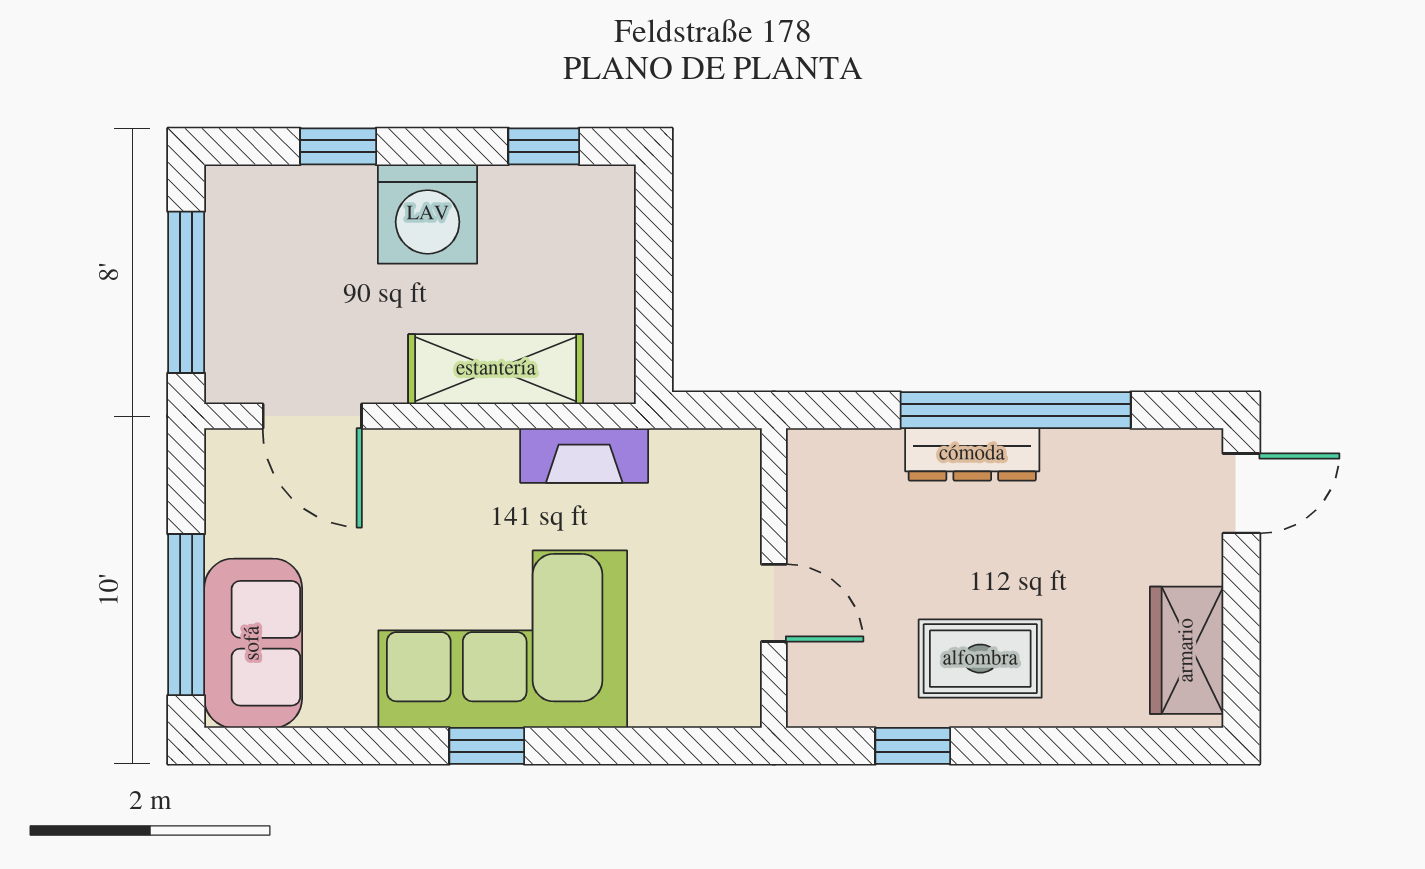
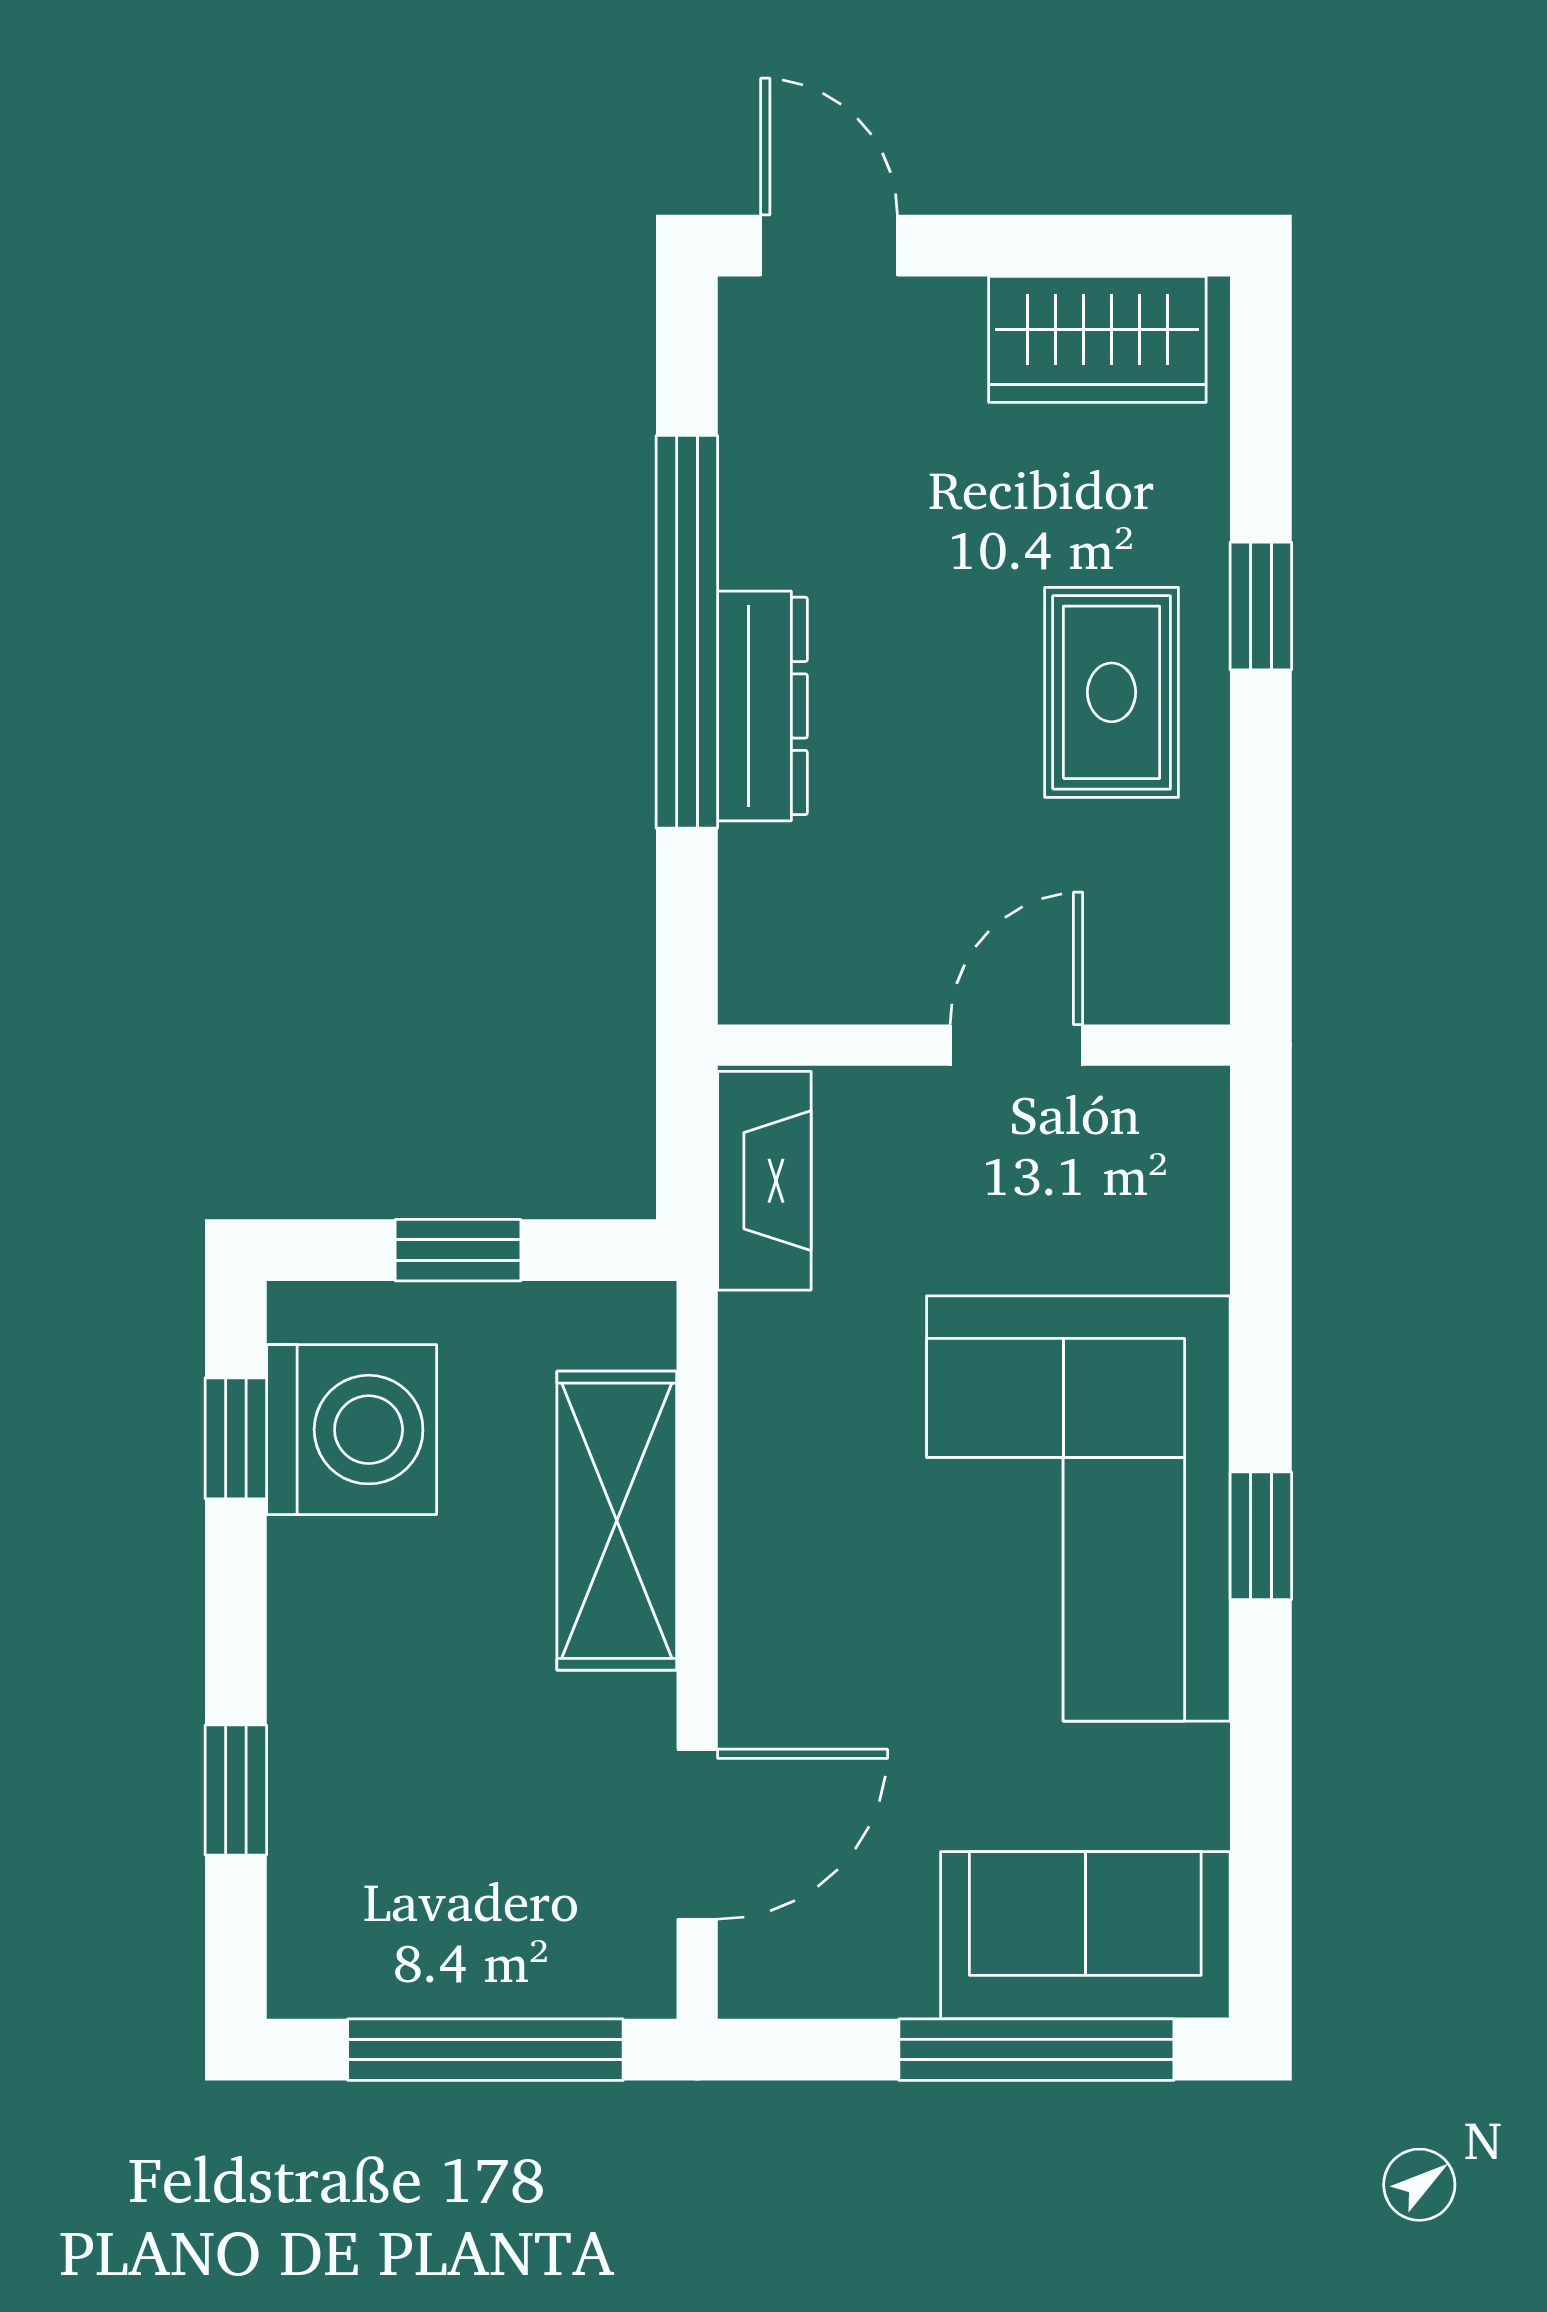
washing machine: (428, 214) -> (352, 1430), moved
window: (654, 276) -> (458, 1250), added
fireplace: (584, 455) -> (764, 1181), moved
window: (913, 746) -> (1261, 606), moved

